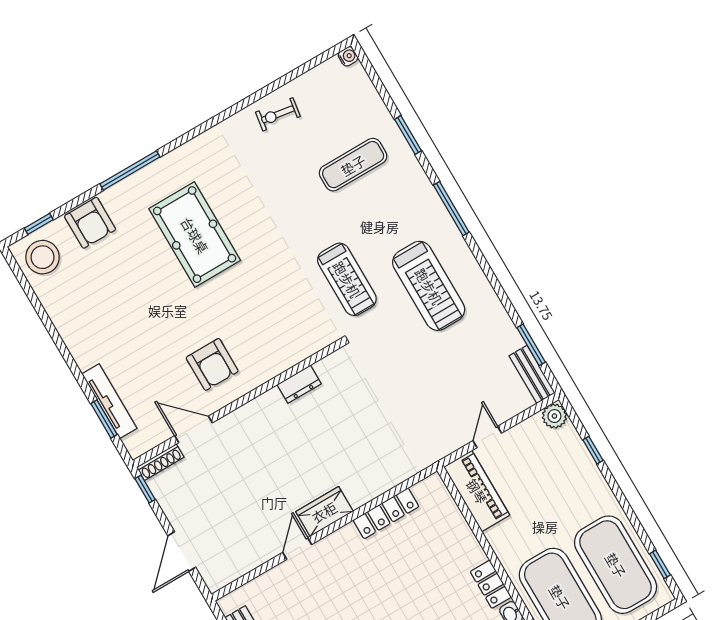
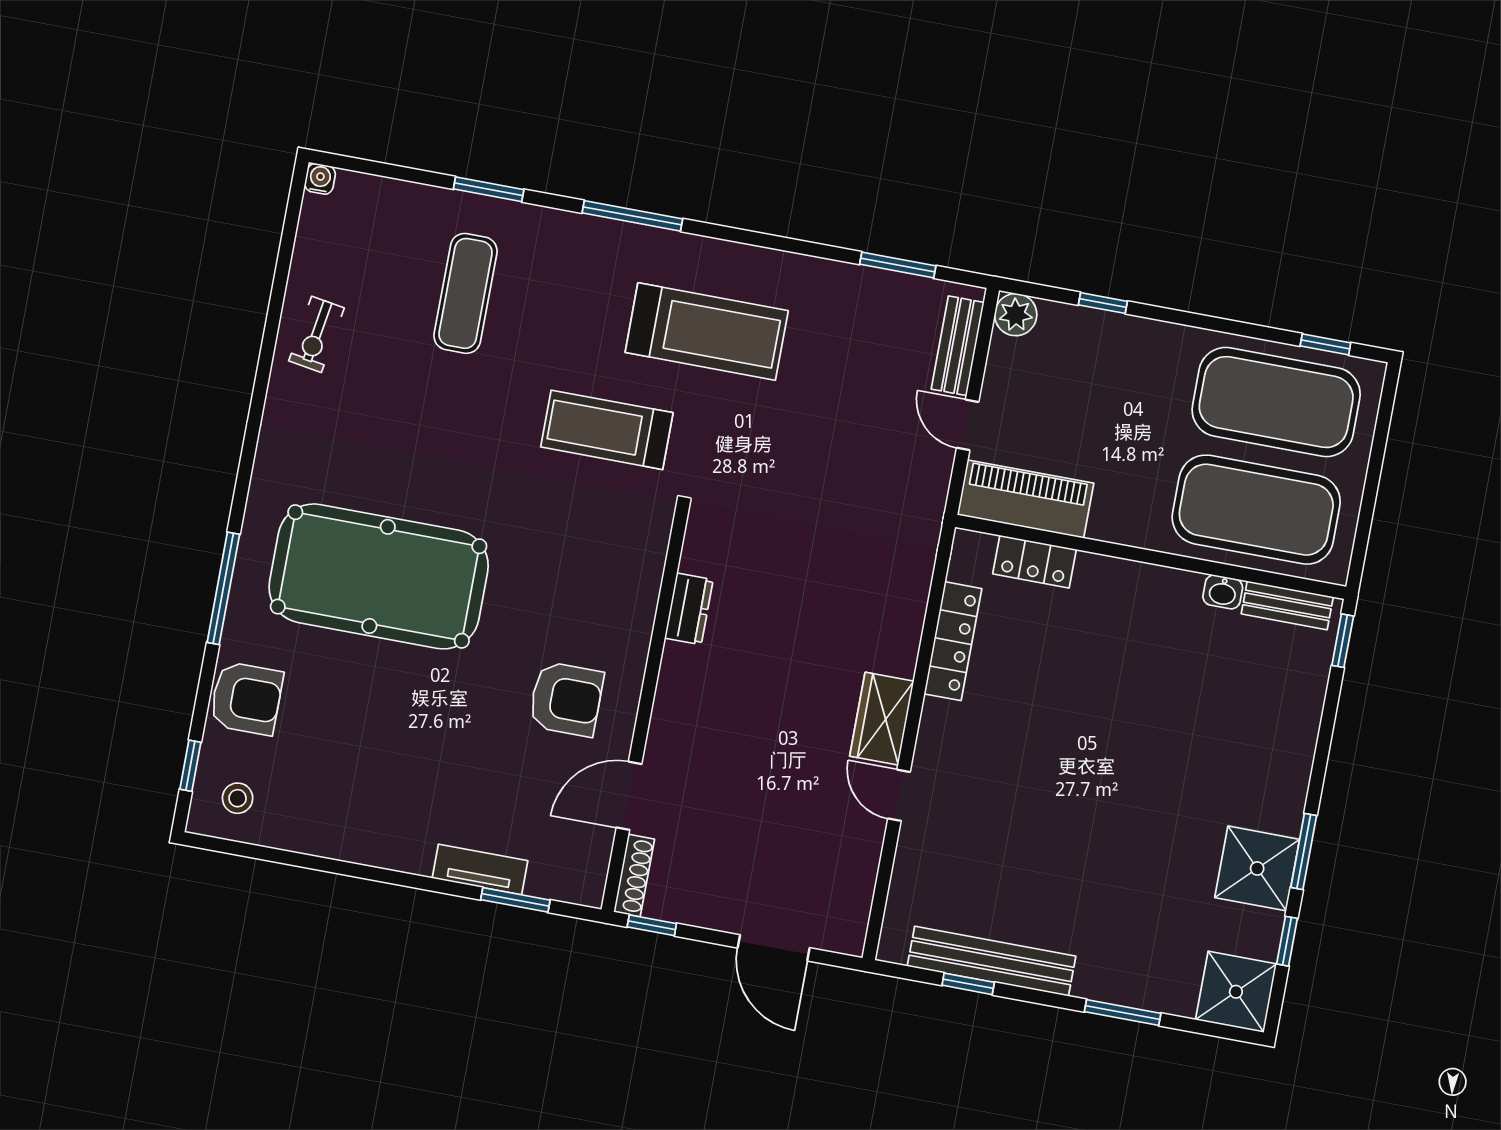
pool table: (195, 235) -> (379, 576), width x1.36, depth x1.32
stool: (43, 257) -> (238, 798), width x0.53, depth x0.53
treadmill: (347, 279) -> (607, 430), turned 180
bench: (532, 374) -> (958, 346), moved, turned 90
tv unit: (109, 401) -> (480, 869), width x0.71
locker: (491, 584) -> (1035, 562), moved

